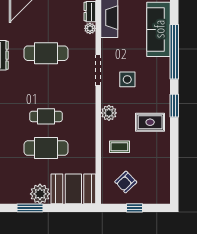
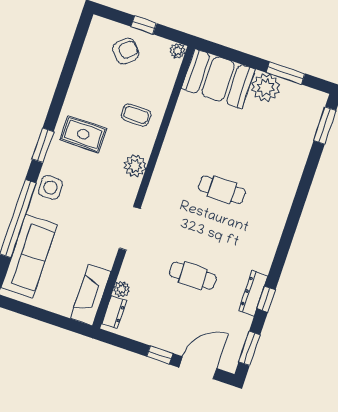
cafe table: (46, 53) -> (193, 276), width x0.73, depth x0.74
side table: (127, 79) -> (50, 188), moved
cafe table: (46, 148) -> (236, 147), removed
armchair: (126, 182) -> (126, 51), moved
plant: (106, 198) -> (178, 51), added

